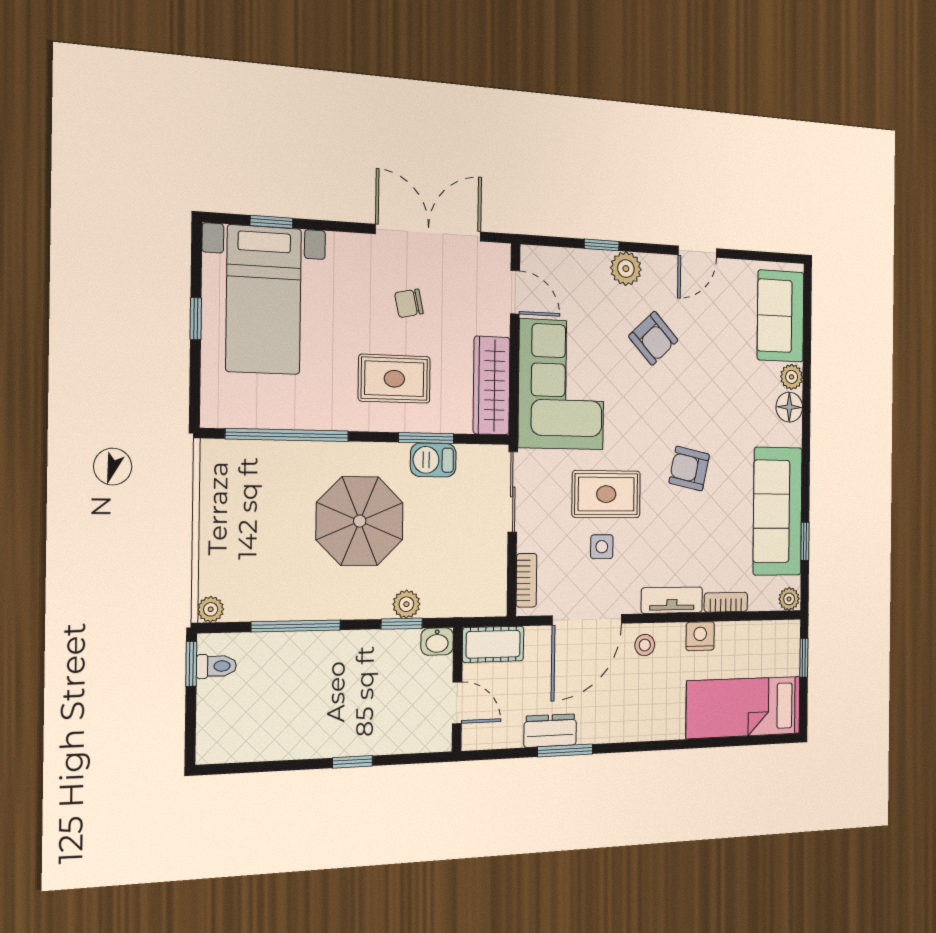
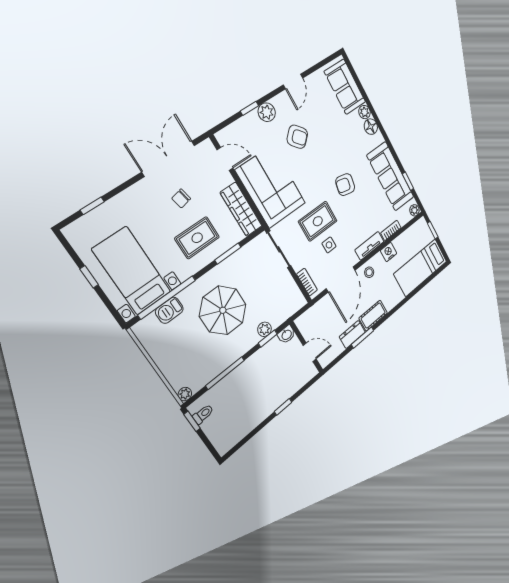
bed with nightstands: (264, 300) -> (132, 271), moved, turned 180
barbecue: (433, 460) -> (169, 310), moved
cot: (493, 644) -> (373, 315), moved

